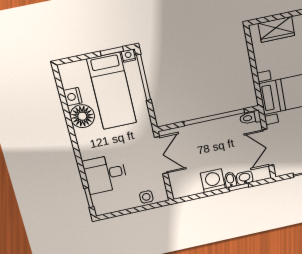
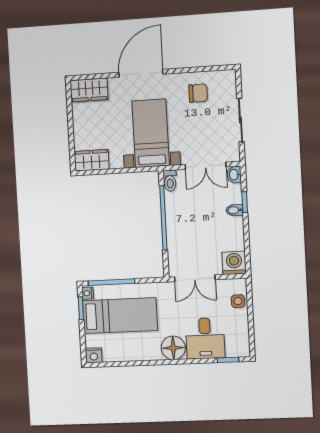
wardrobe: (276, 29) -> (92, 160), moved, turned -90
nightstand: (73, 97) -> (94, 355), moved
floor lamp: (82, 116) -> (173, 348), moved
double door: (161, 155) -> (195, 278), swing flipped
washbasin: (245, 178) -> (234, 175), moved
washing machine: (213, 181) -> (234, 263), moved, turned 90

